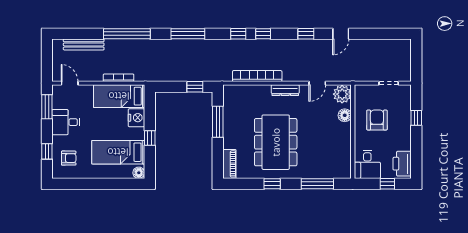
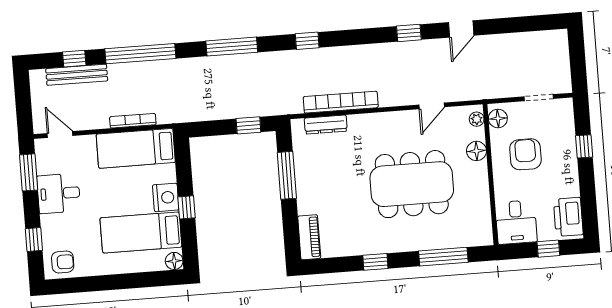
window: (263, 34) -> (74, 59), moved
dresser: (285, 90) -> (326, 125), moved
plant: (342, 94) -> (477, 119), width x0.53, depth x0.53
floor lamp: (361, 95) -> (498, 118), added
nightstand: (136, 118) -> (166, 197), moved
dining table: (276, 142) -> (412, 184), moved, turned 90
armchair: (69, 158) -> (63, 262), moved

